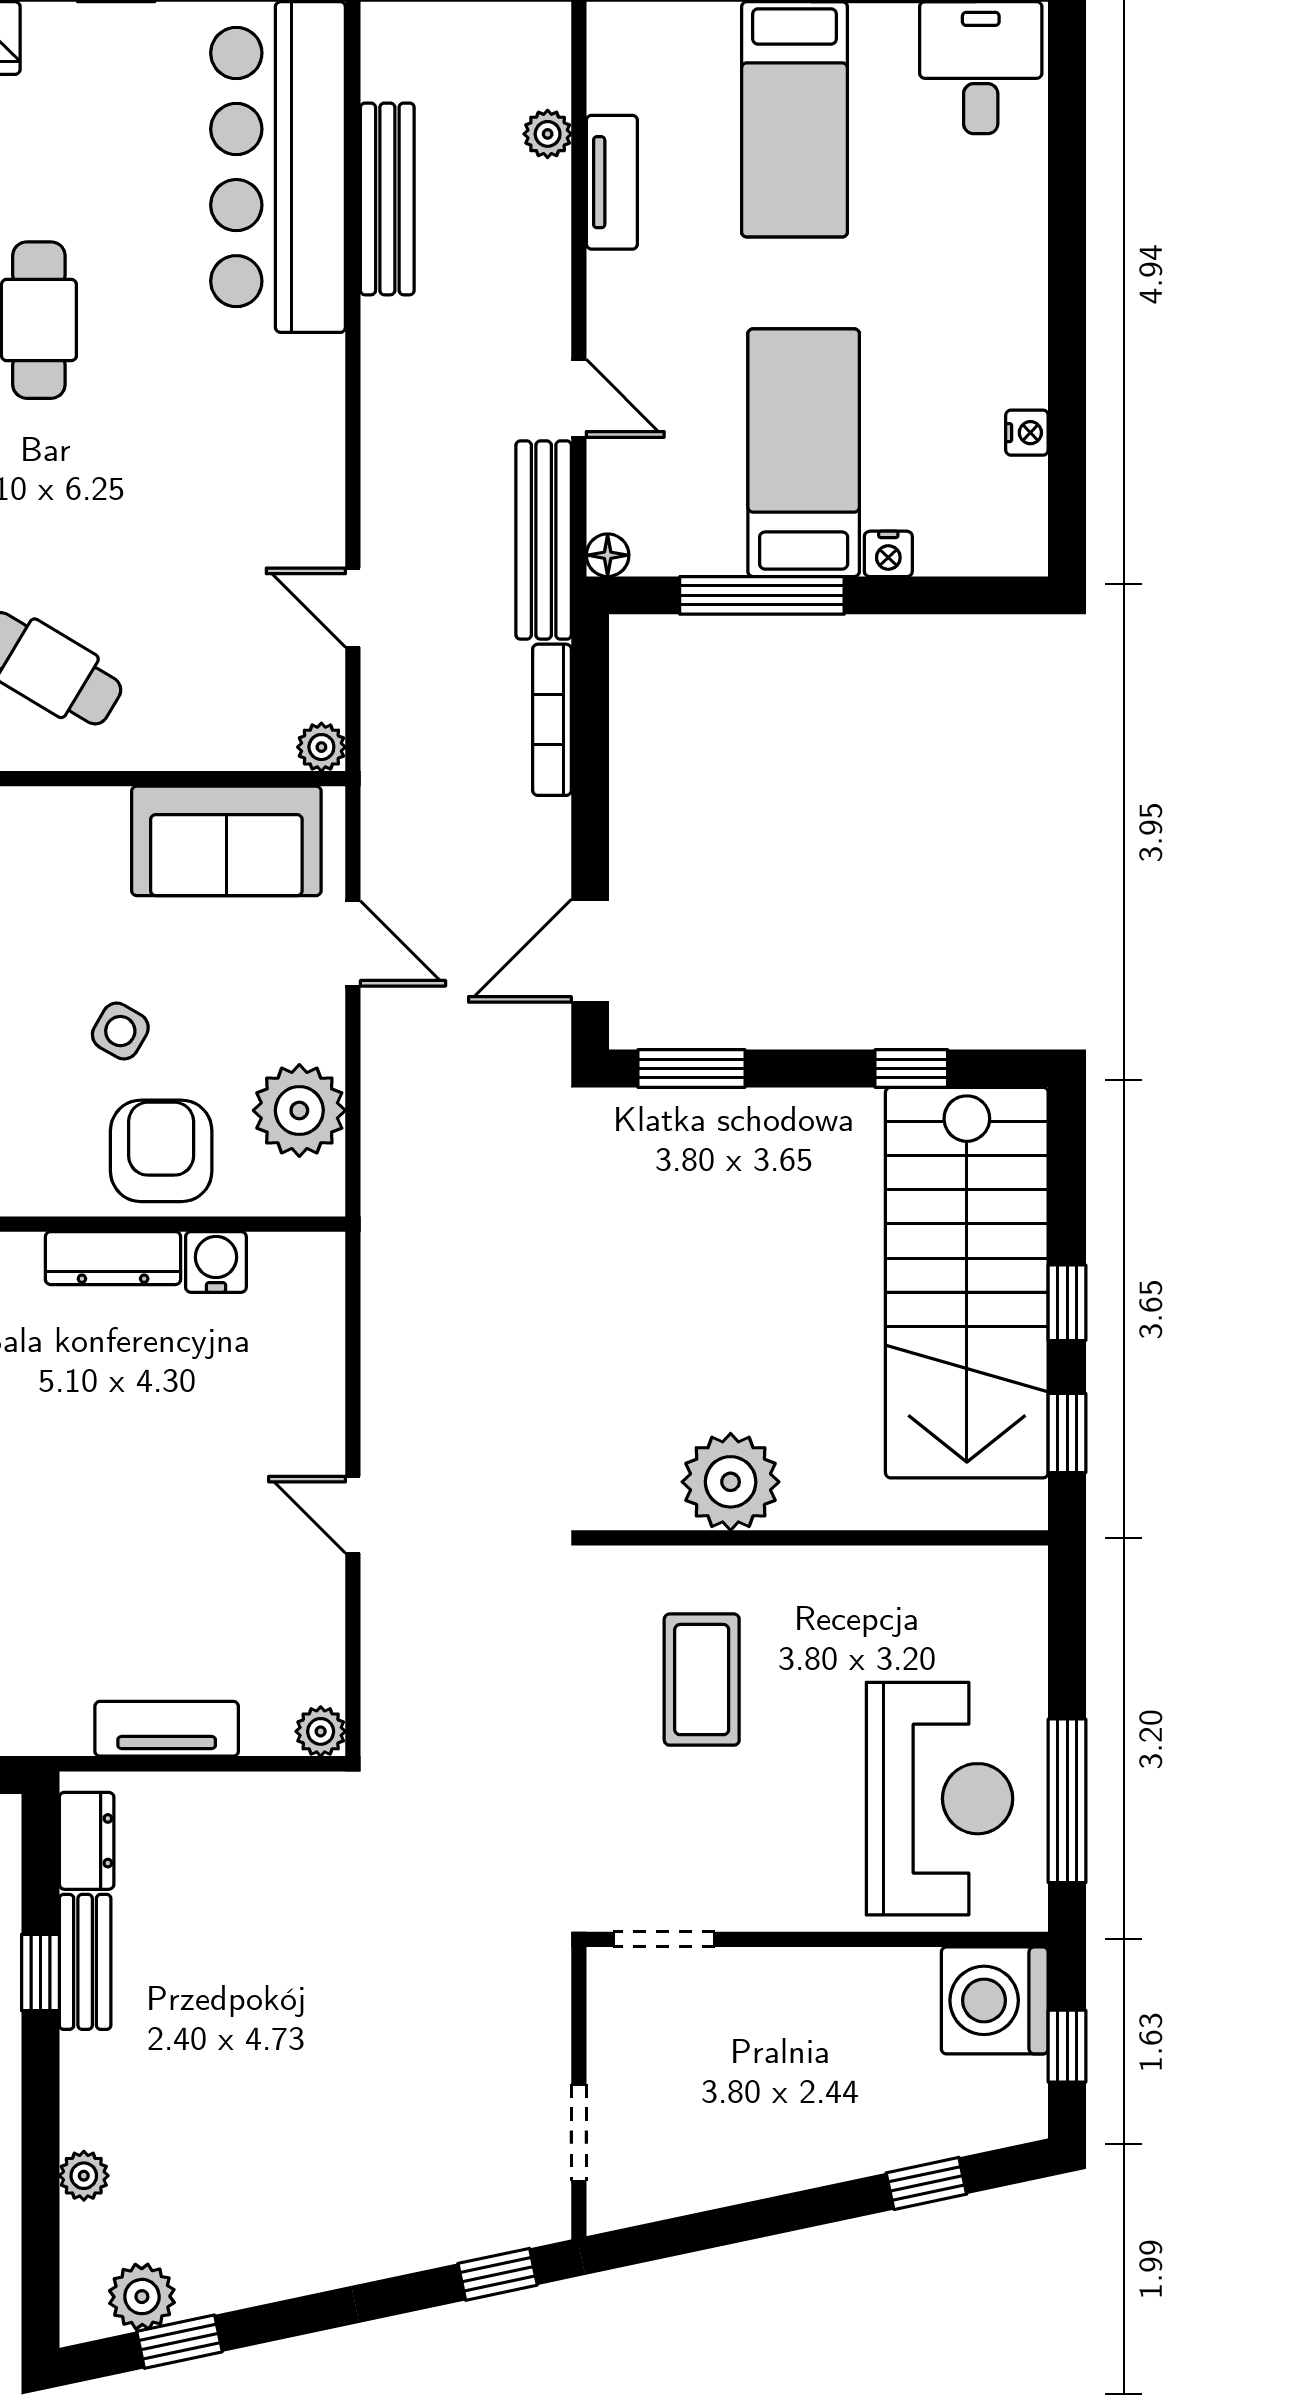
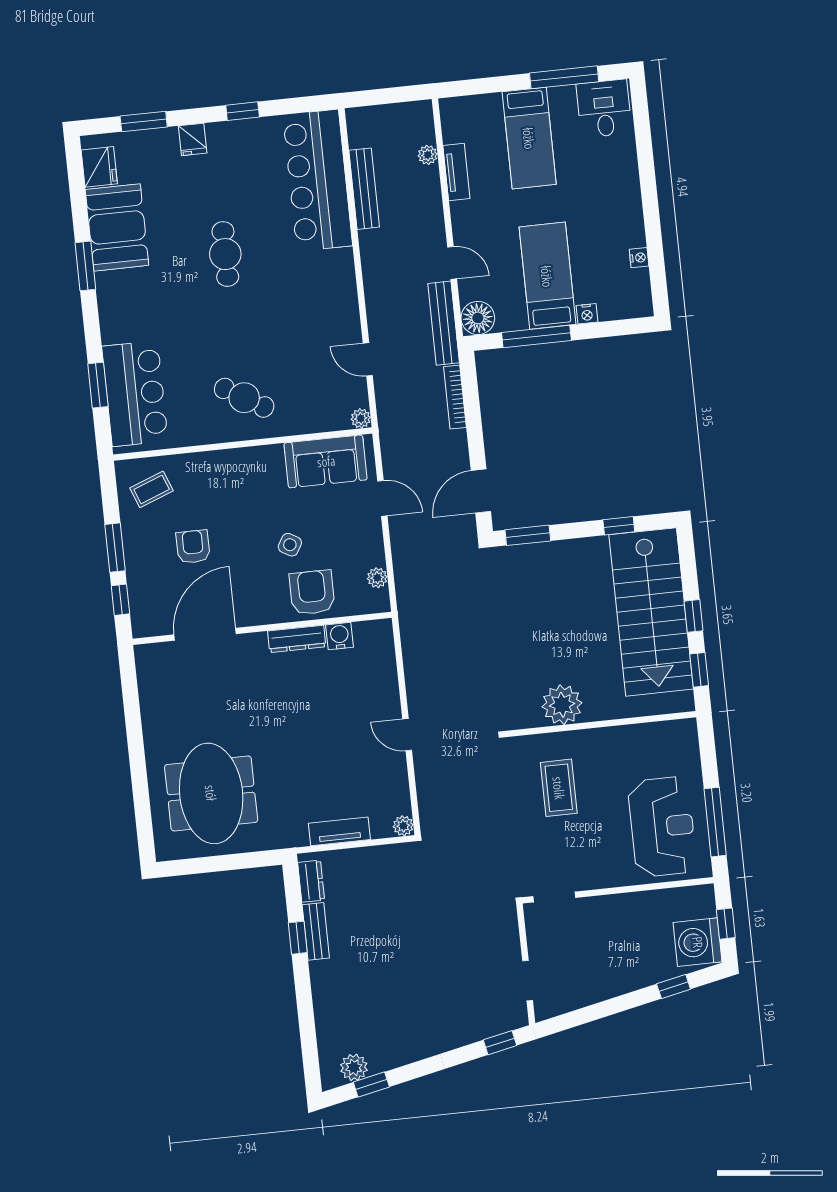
floor lamp: (608, 555) -> (478, 318), width x1.89, depth x1.89
plant: (299, 1110) -> (377, 578), width x0.53, depth x0.53
washing machine: (995, 2000) -> (698, 942), moved
plant: (84, 2176) -> (325, 1020), removed

